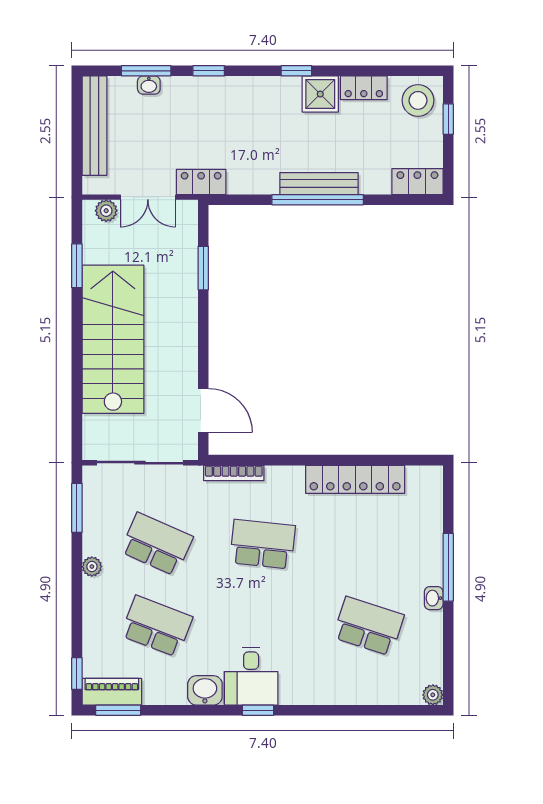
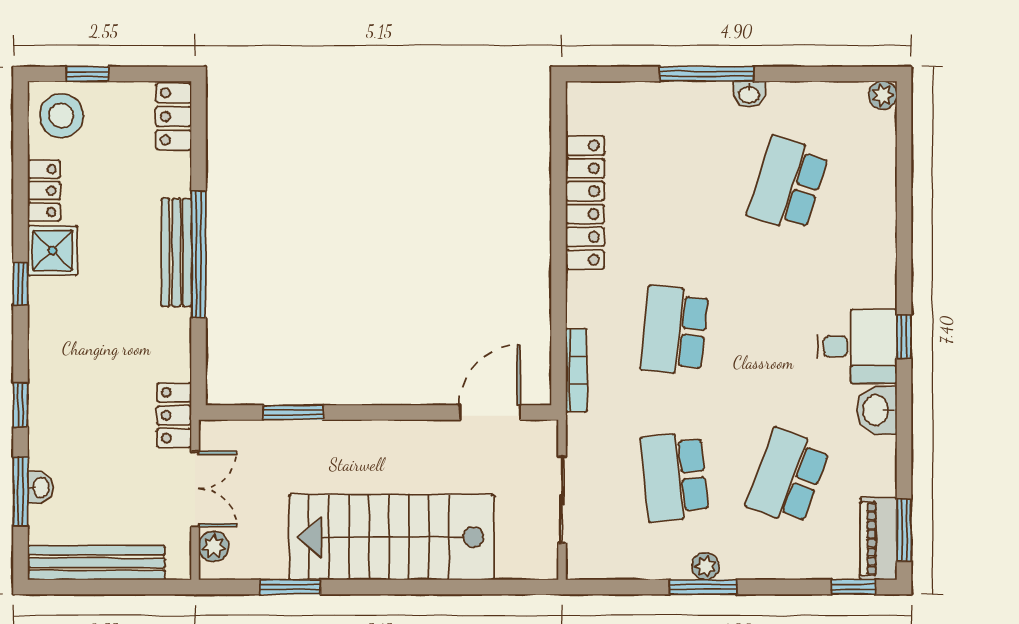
sliding door: (140, 463) -> (562, 500), width x0.73
window: (77, 508) -> (703, 587), moved
school desk: (157, 544) -> (675, 477), turned -30

